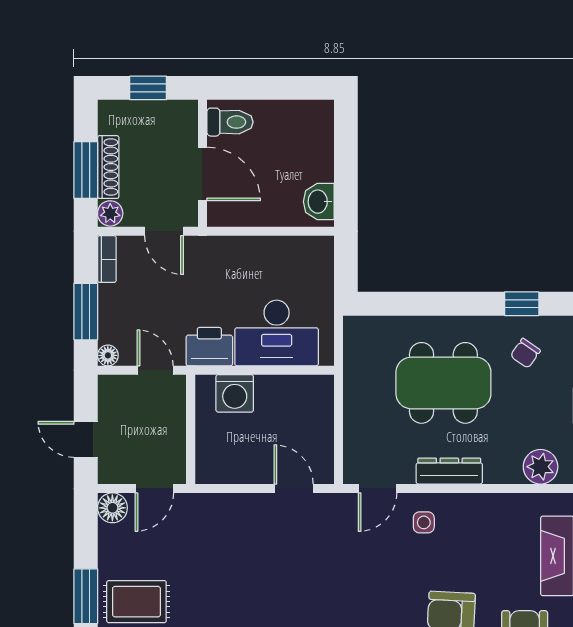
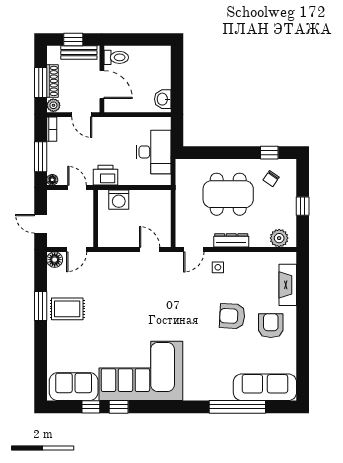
bench: (158, 113) -> (79, 53), added
desk: (277, 333) -> (154, 152), moved, turned -90

